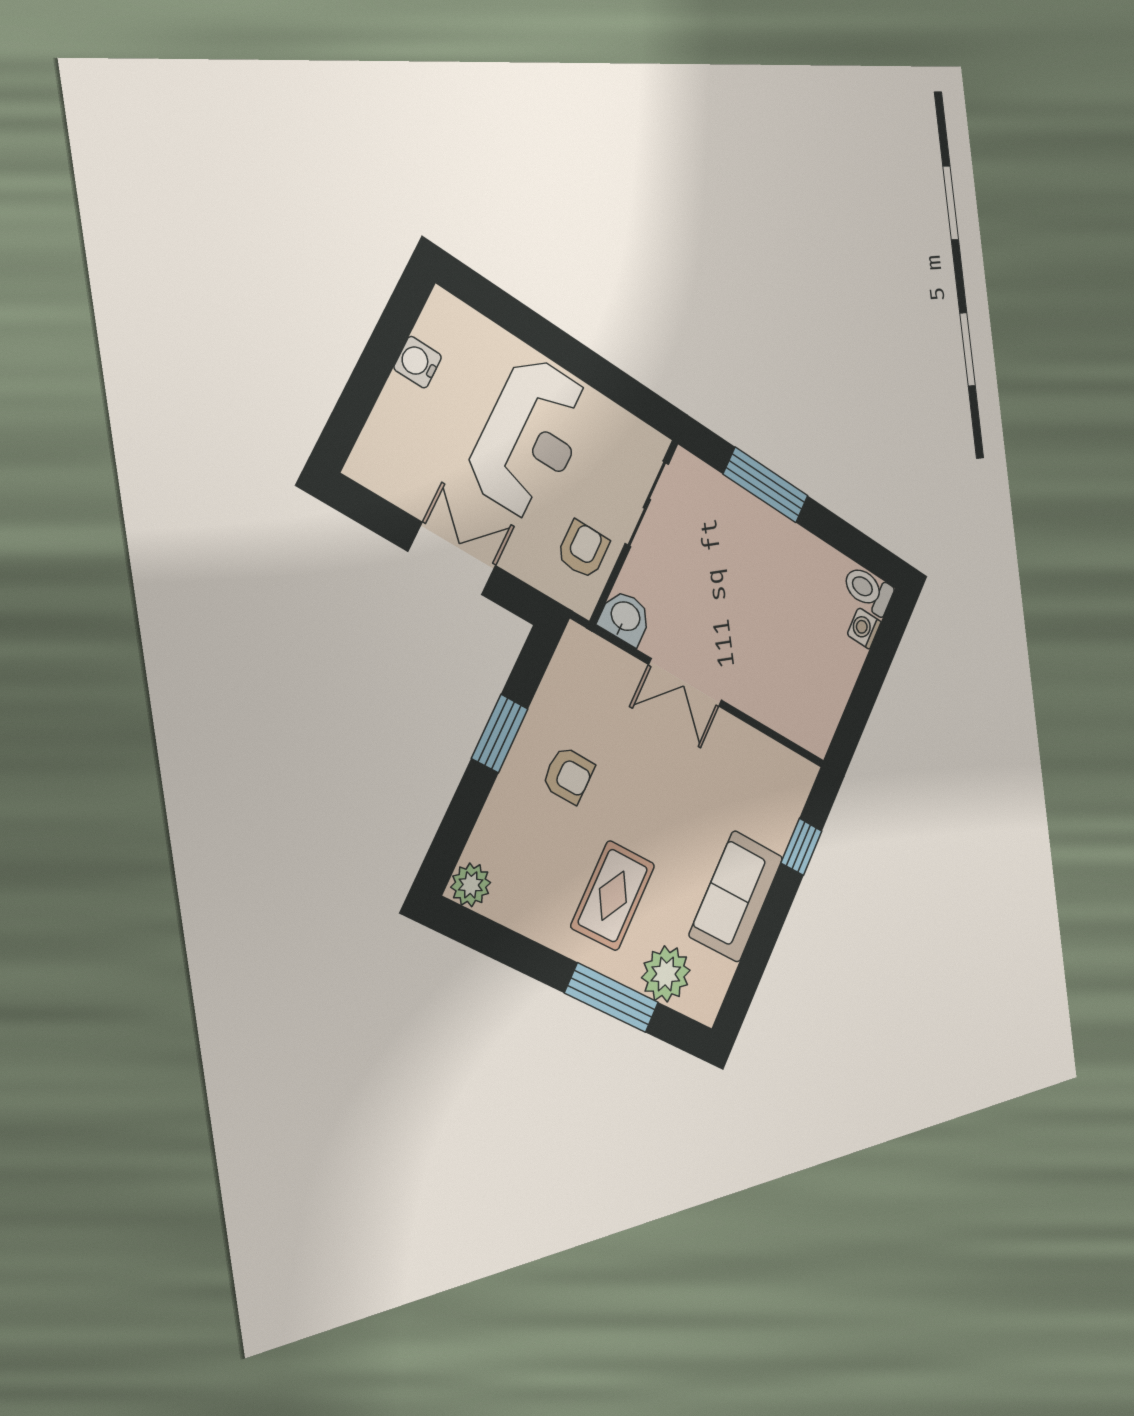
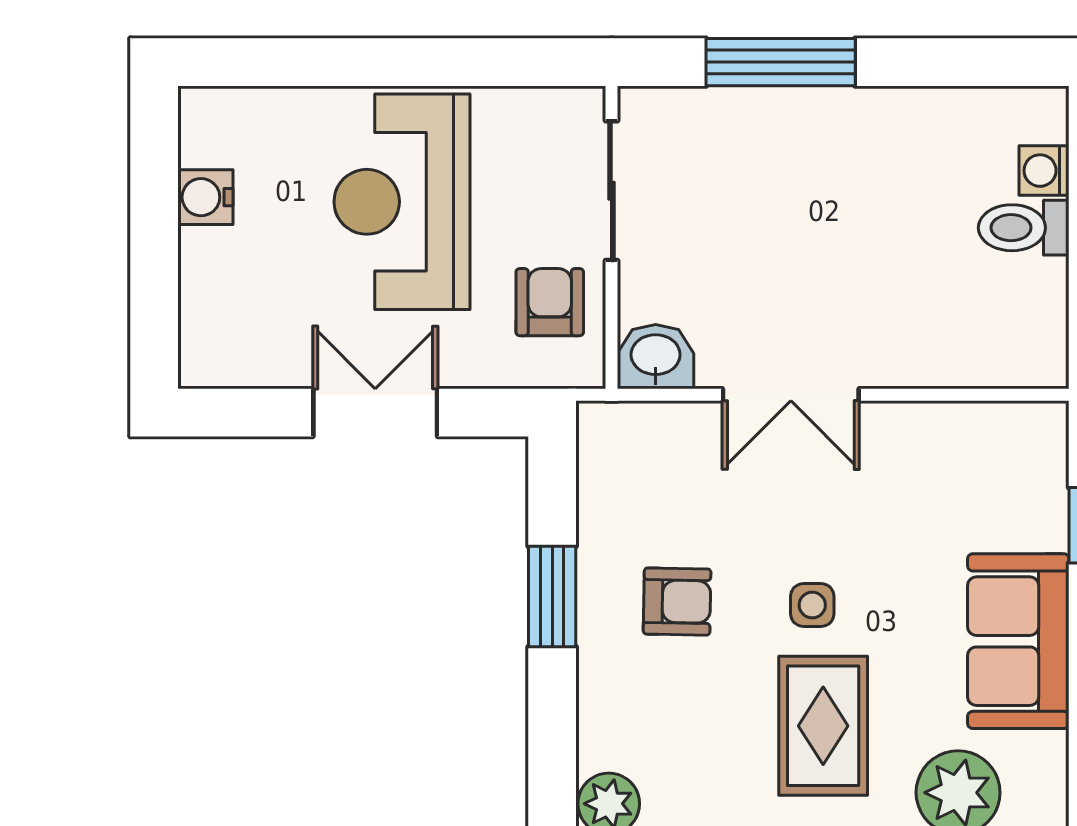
reception desk: (530, 438) -> (402, 202), turned 180
toilet: (868, 590) -> (1024, 228), moved
side table: (640, 817) -> (812, 605), added

